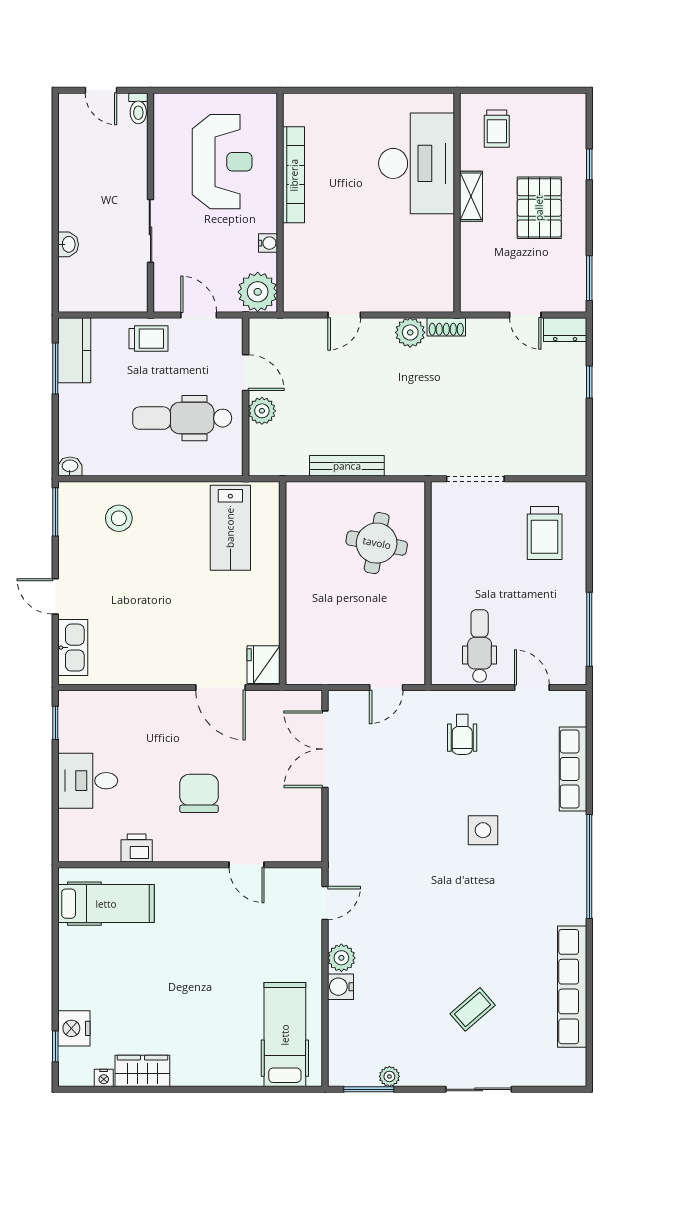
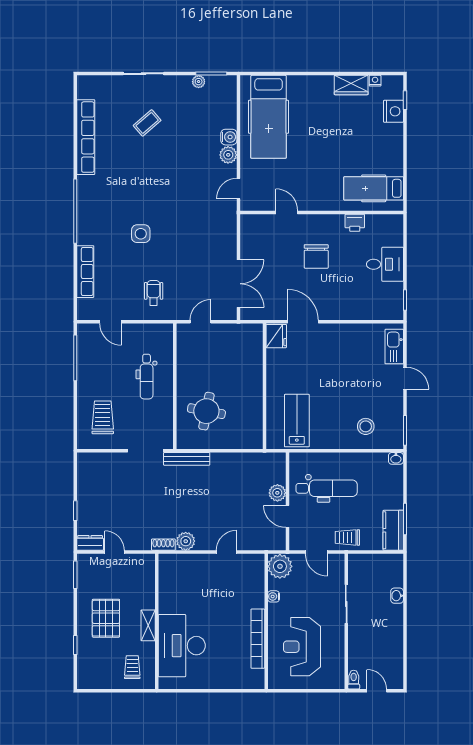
bench: (347, 466) -> (187, 459), moved
dental chair: (480, 646) -> (147, 377), moved
hospital bed: (285, 1035) -> (269, 117), width x1.37, depth x1.29

